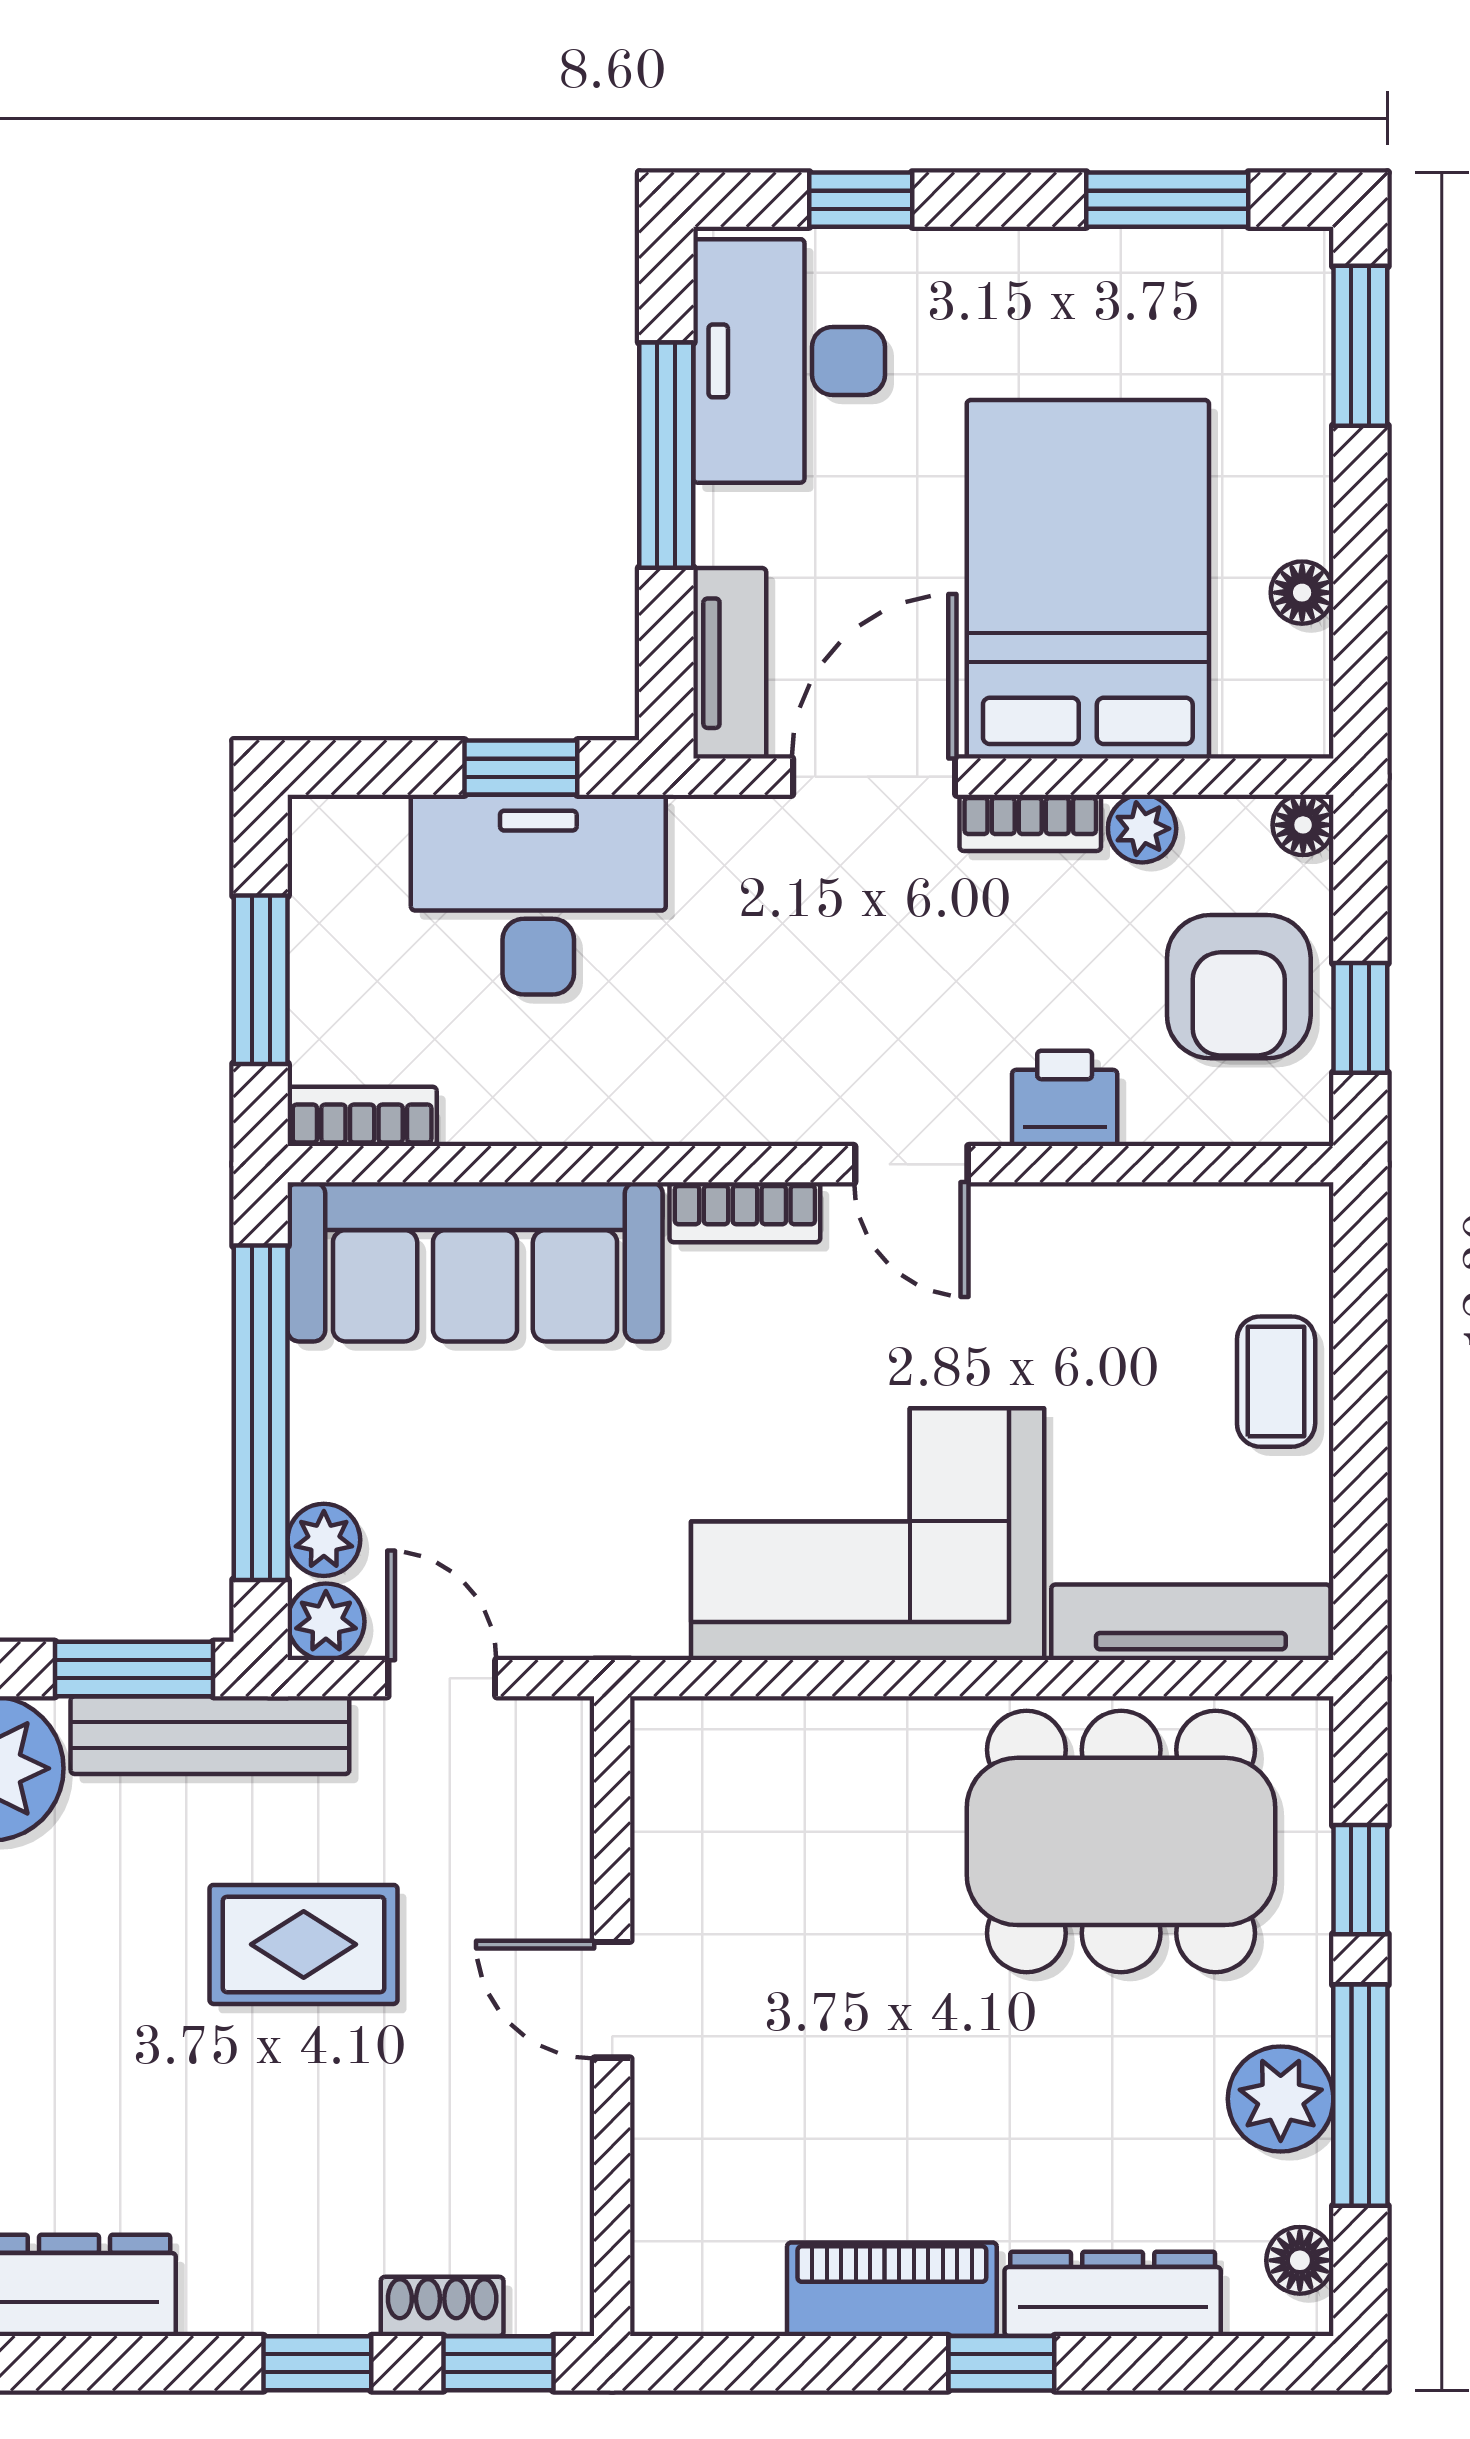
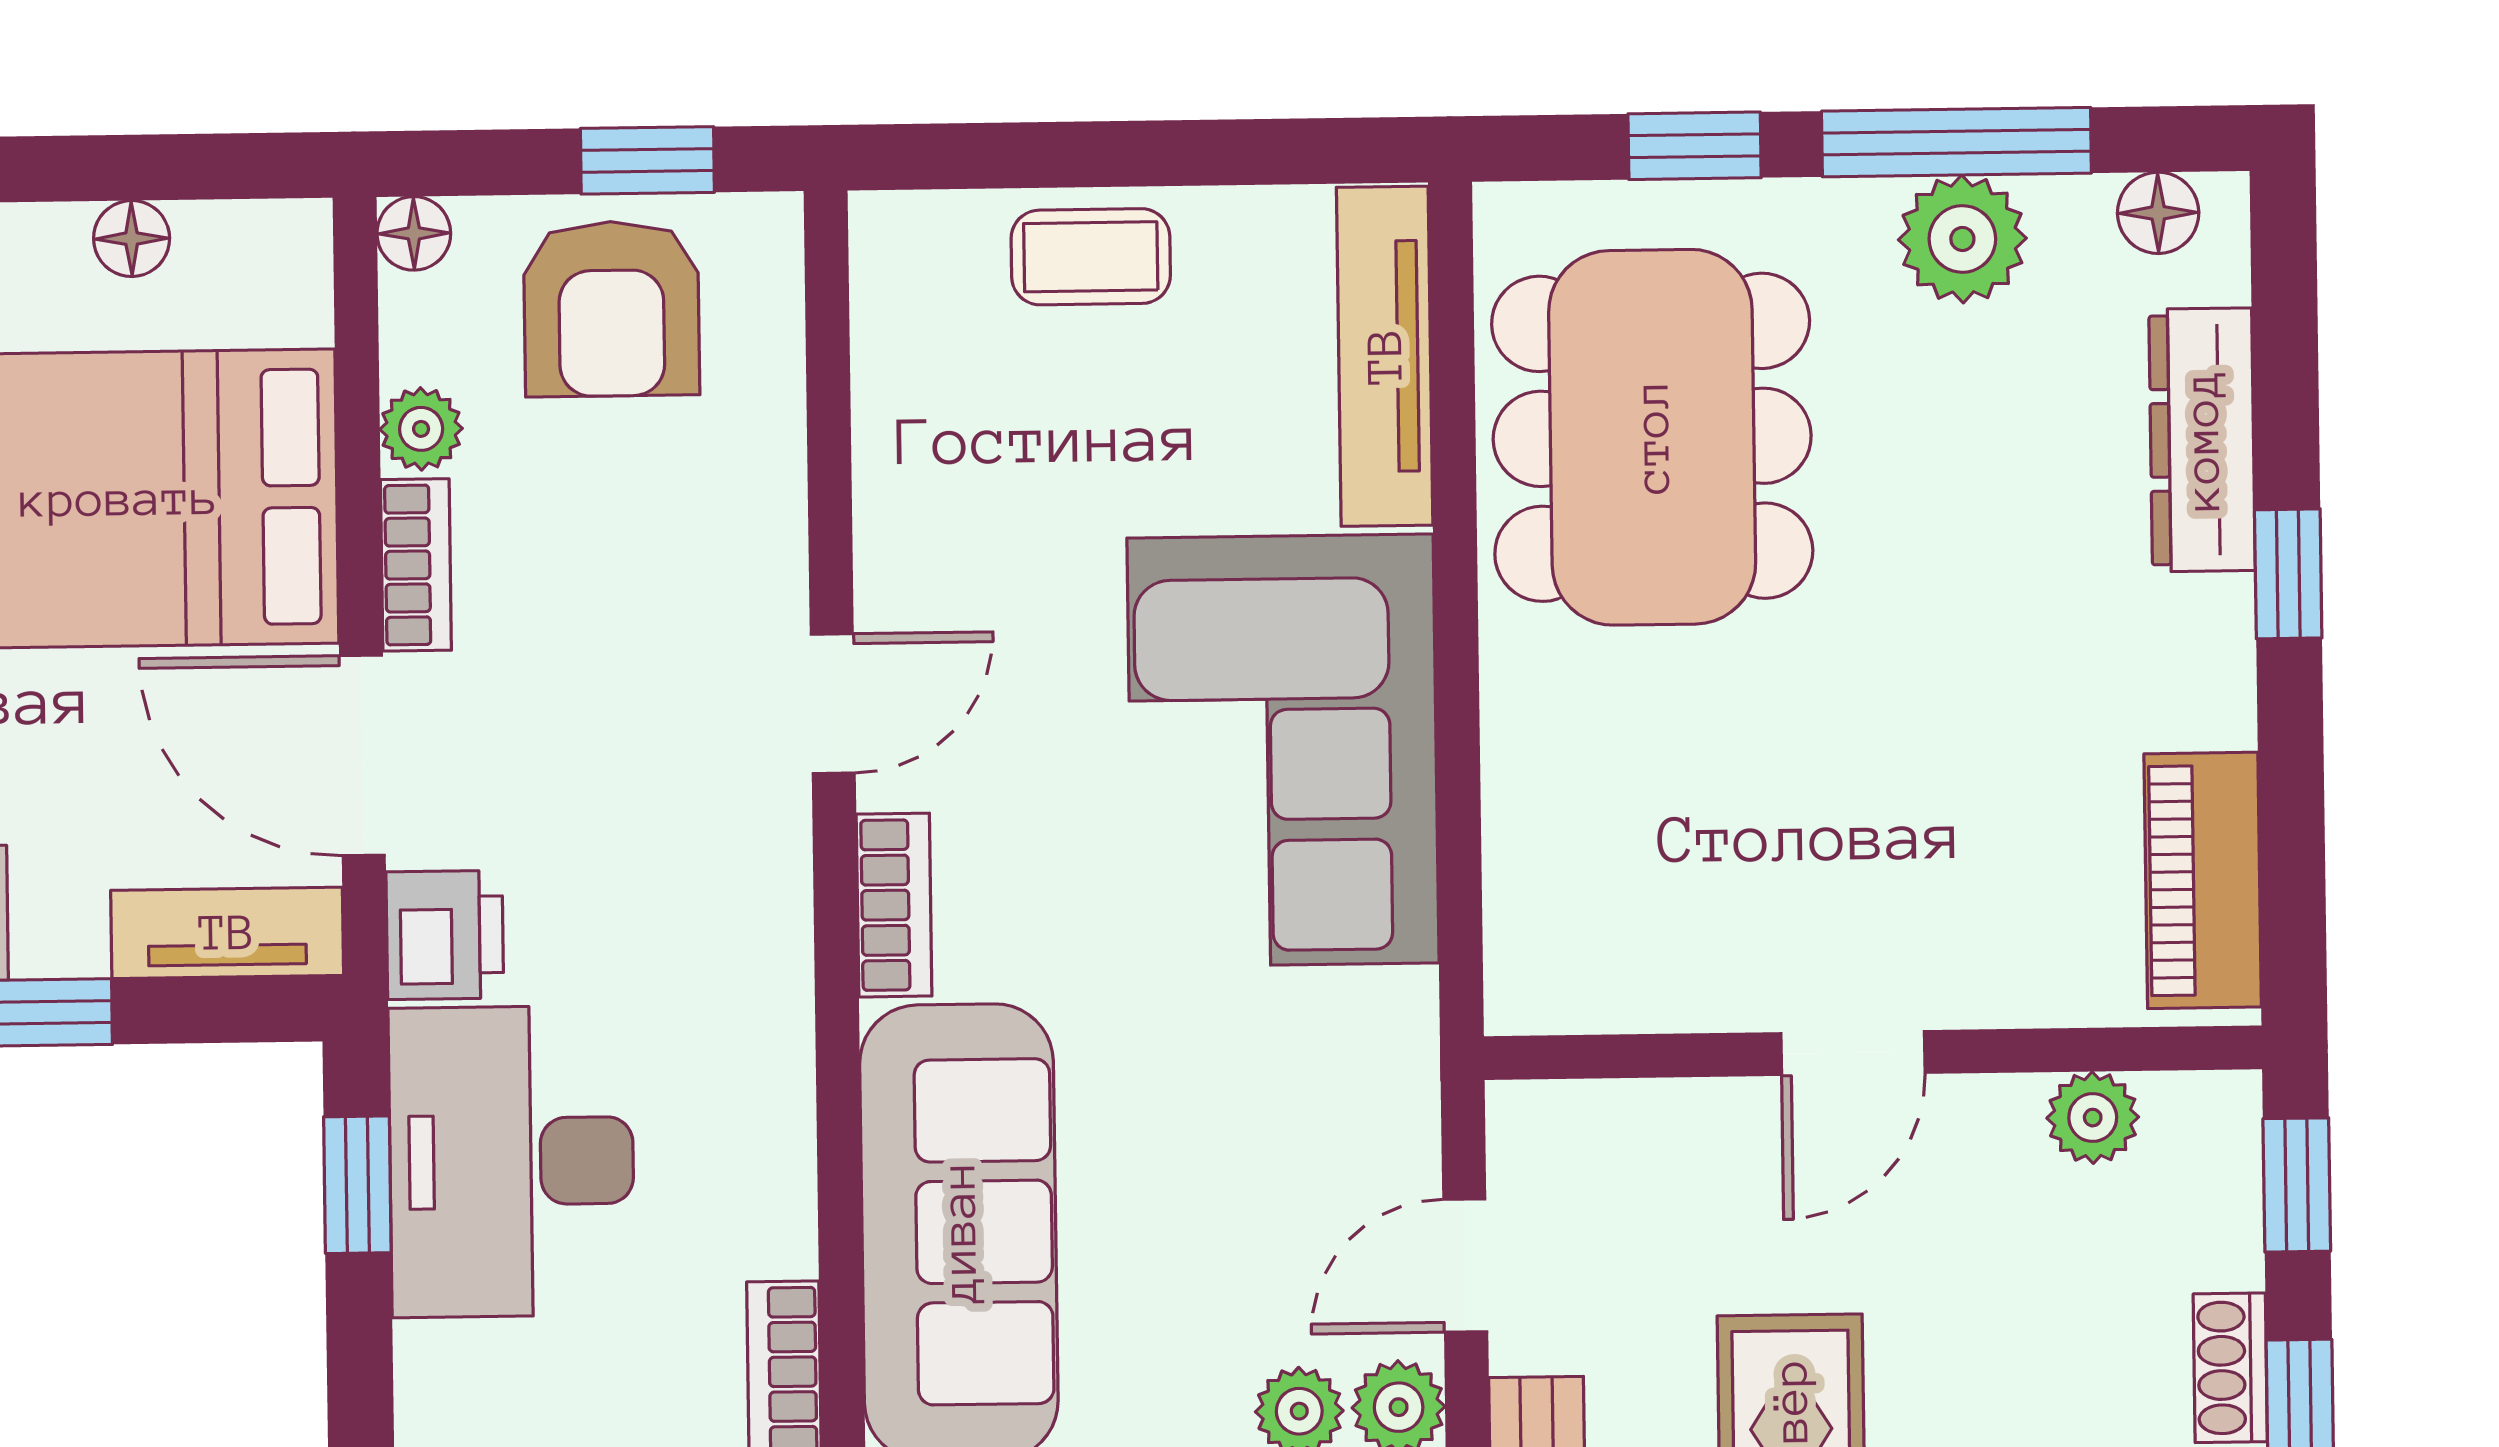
armchair: (1239, 987) -> (612, 309), turned 90
printer: (1065, 1098) -> (445, 935), moved, turned 180
plant: (556, 2196) -> (2093, 1118), added
piano: (892, 2289) -> (2203, 880), moved
shoe rack: (442, 2306) -> (2230, 1368), moved

